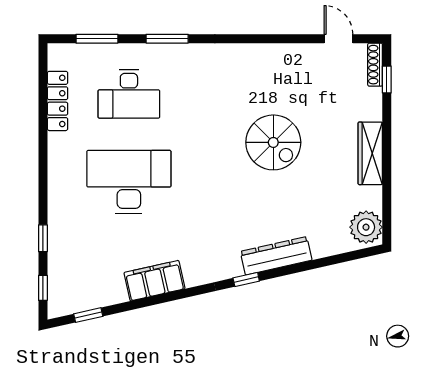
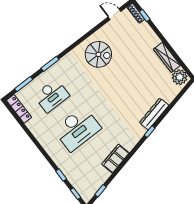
locker: (58, 101) -> (19, 109), moved
spiral stairs: (273, 142) -> (98, 54), moved
wardrobe: (370, 153) -> (167, 57), moved
desk: (129, 182) -> (77, 129), turned 180

